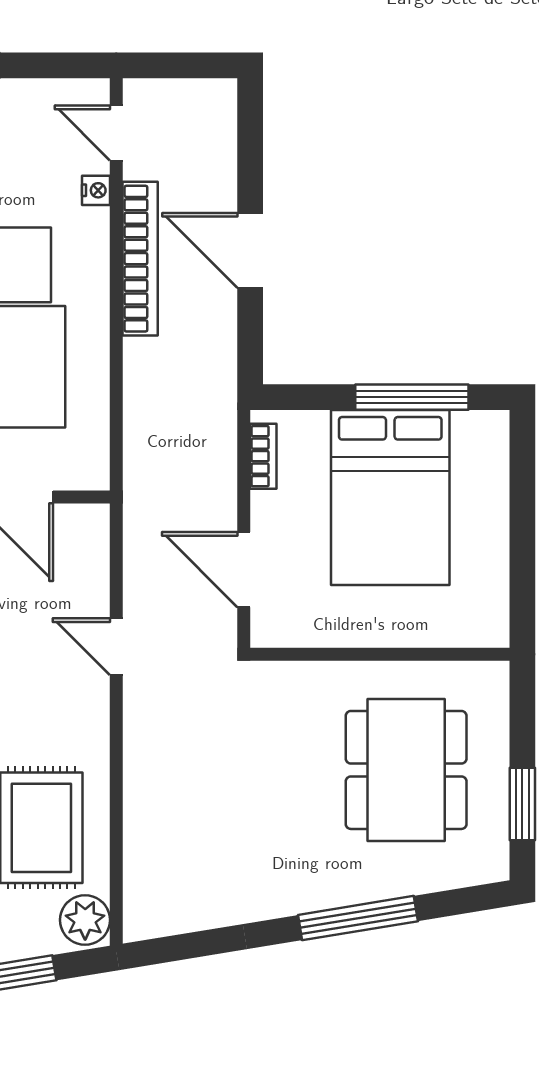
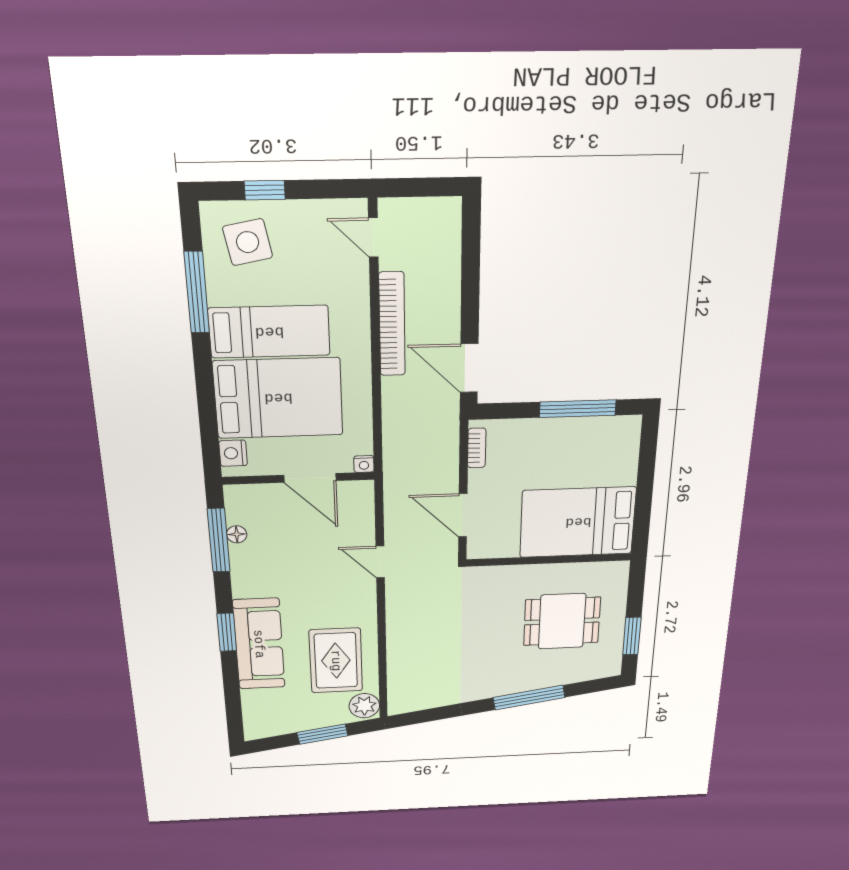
nightstand: (96, 190) -> (364, 464), moved, turned 90
door: (250, 250) -> (469, 368), moved
bed: (390, 498) -> (578, 522), moved, turned 90
dining table: (406, 770) -> (562, 621), width x0.73

